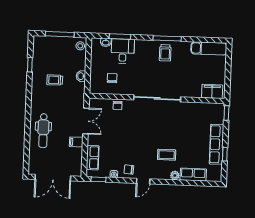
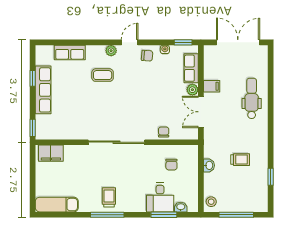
plant: (92, 140) -> (192, 90), added
plant: (175, 175) -> (111, 51), moved

